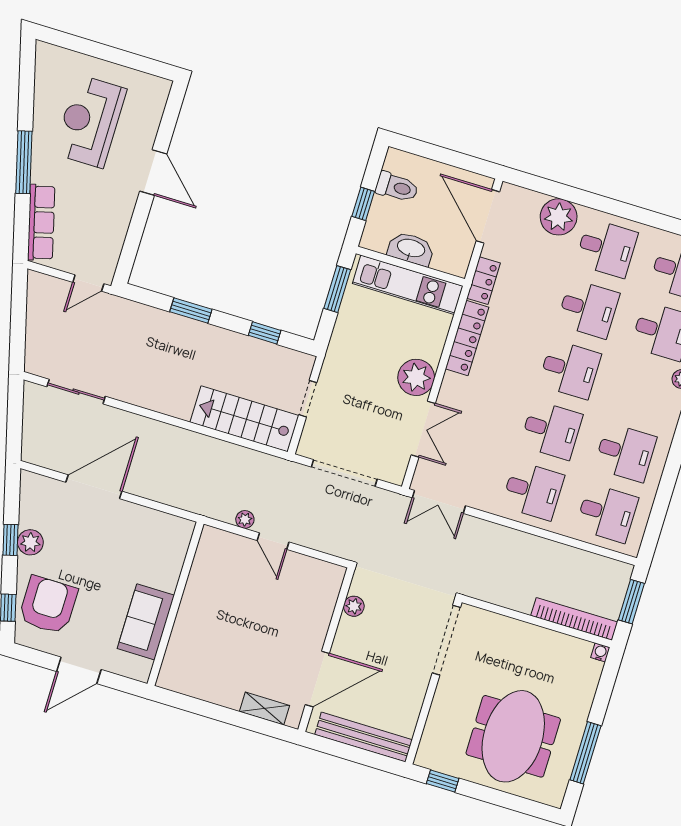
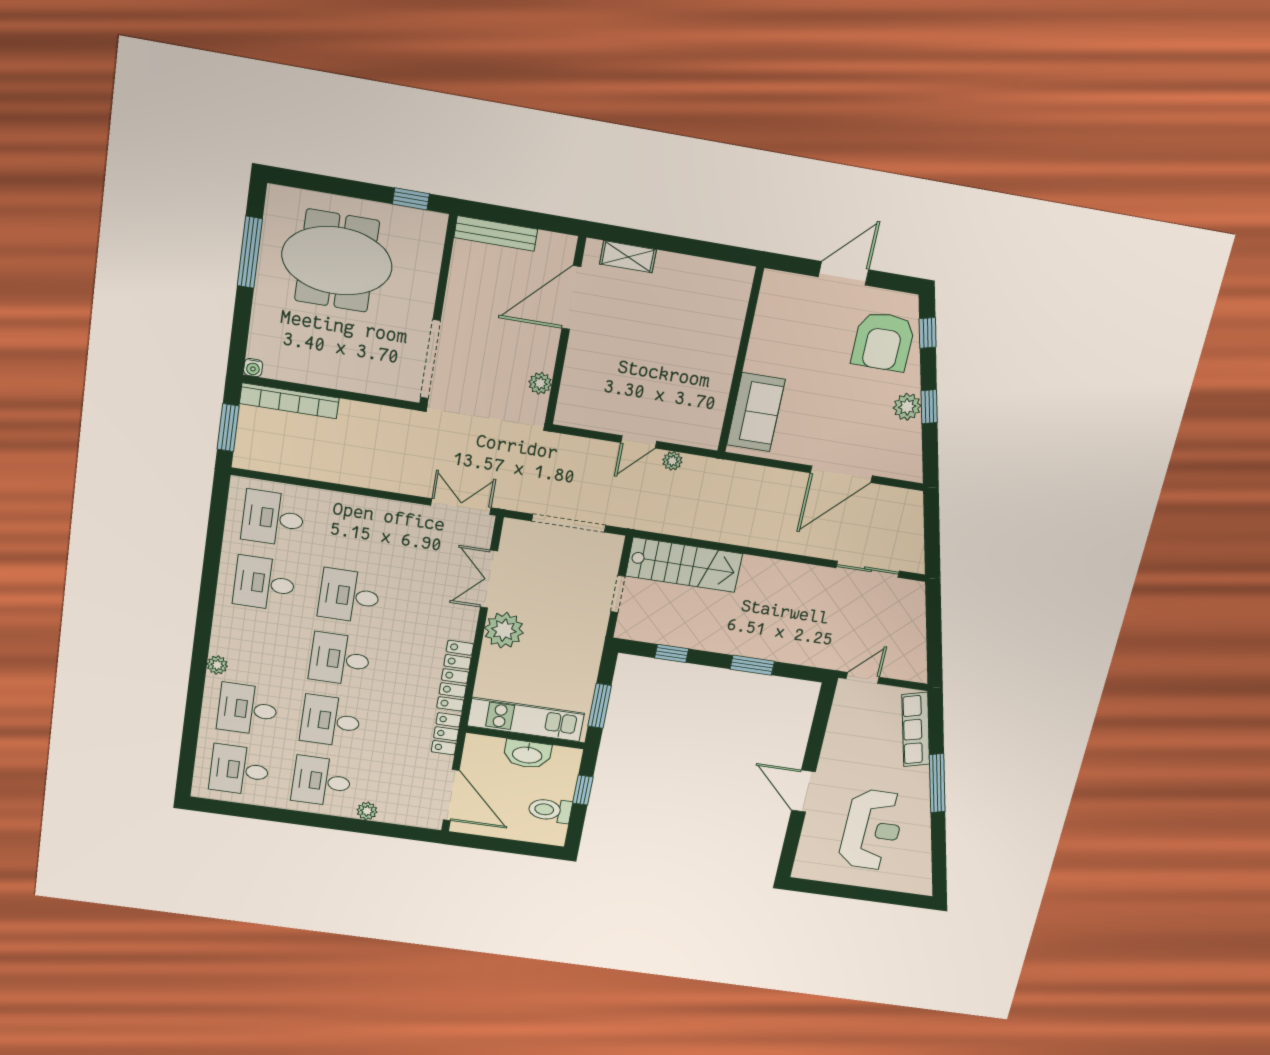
plant: (559, 217) -> (367, 811), width x0.53, depth x0.53
desk: (533, 491) -> (359, 531), removed
door: (273, 541) -> (639, 442), swing flipped
sofa: (146, 622) -> (756, 412), moved
meeting table: (513, 736) -> (337, 261), turned 90
bench: (363, 737) -> (496, 233), width x0.73, depth x0.82

